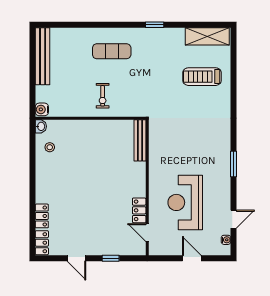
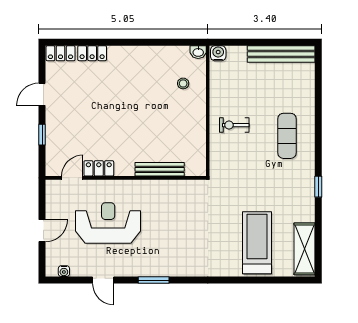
treadmill: (202, 77) -> (257, 243), width x1.37, depth x1.38
bench: (140, 140) -> (160, 169), moved
stool: (50, 147) -> (183, 83), moved
door: (234, 219) -> (103, 280), moved

